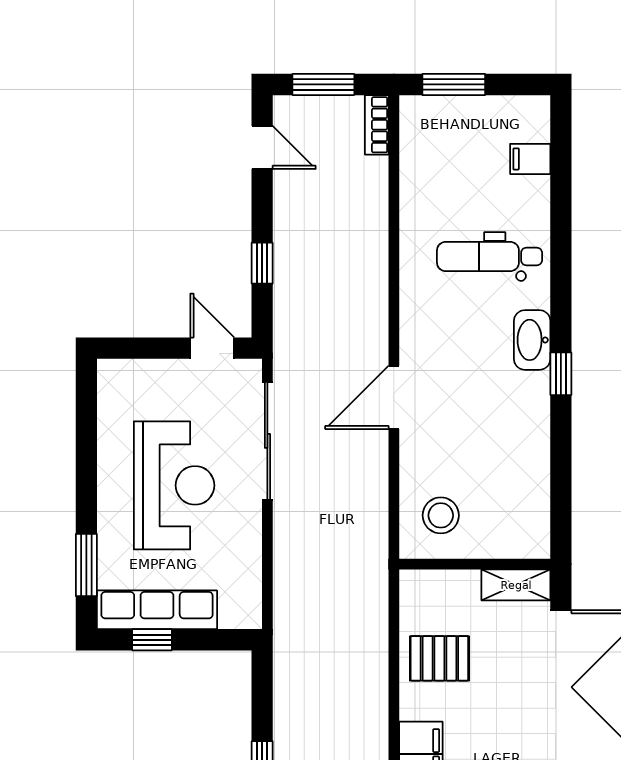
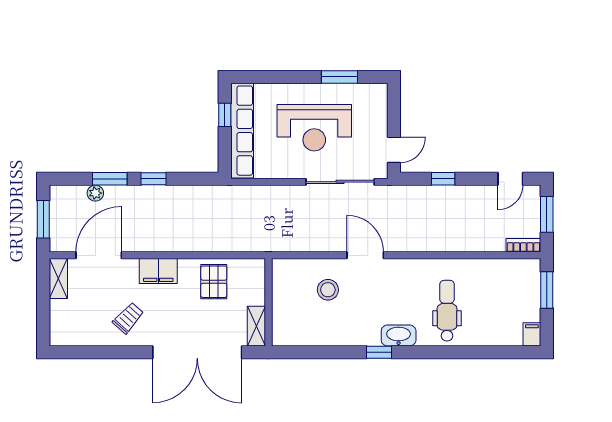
filing cabinet: (530, 159) -> (532, 334), moved
stool: (441, 515) -> (328, 290), moved
window: (86, 565) -> (339, 77), moved
row of seats: (157, 610) -> (242, 131), width x1.36

